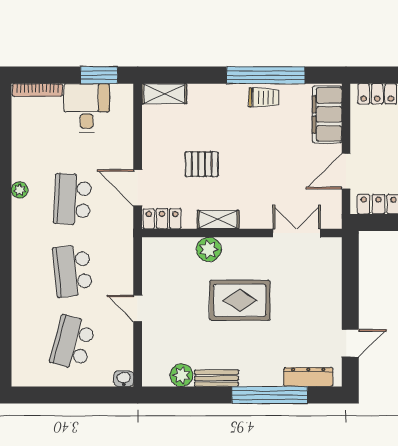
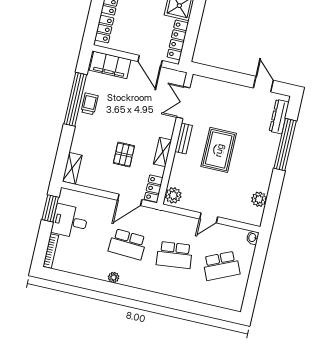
plant: (209, 249) -> (173, 195), moved
school desk: (72, 343) -> (221, 266), turned -39
bench: (216, 378) -> (184, 139), moved

